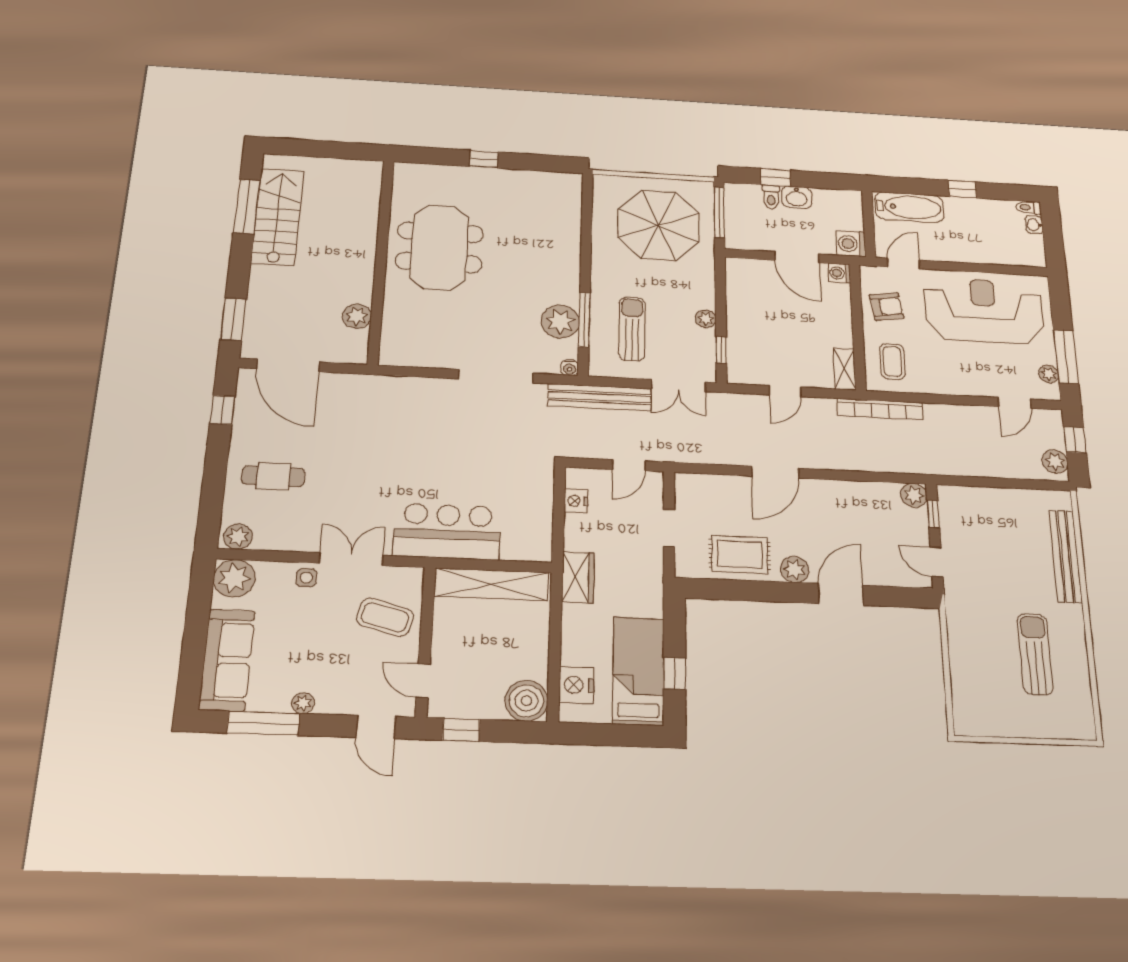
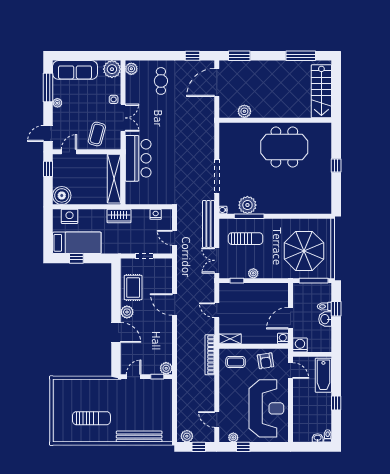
stairs: (278, 217) -> (321, 91), moved, turned 90
window: (1066, 357) -> (243, 447), width x0.46

